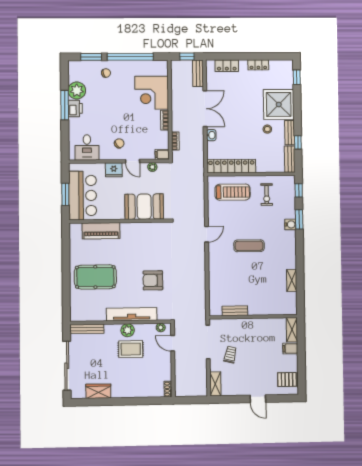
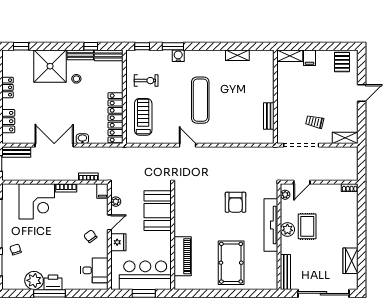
exercise mat: (249, 246) -> (200, 100), width x1.36, depth x1.45

